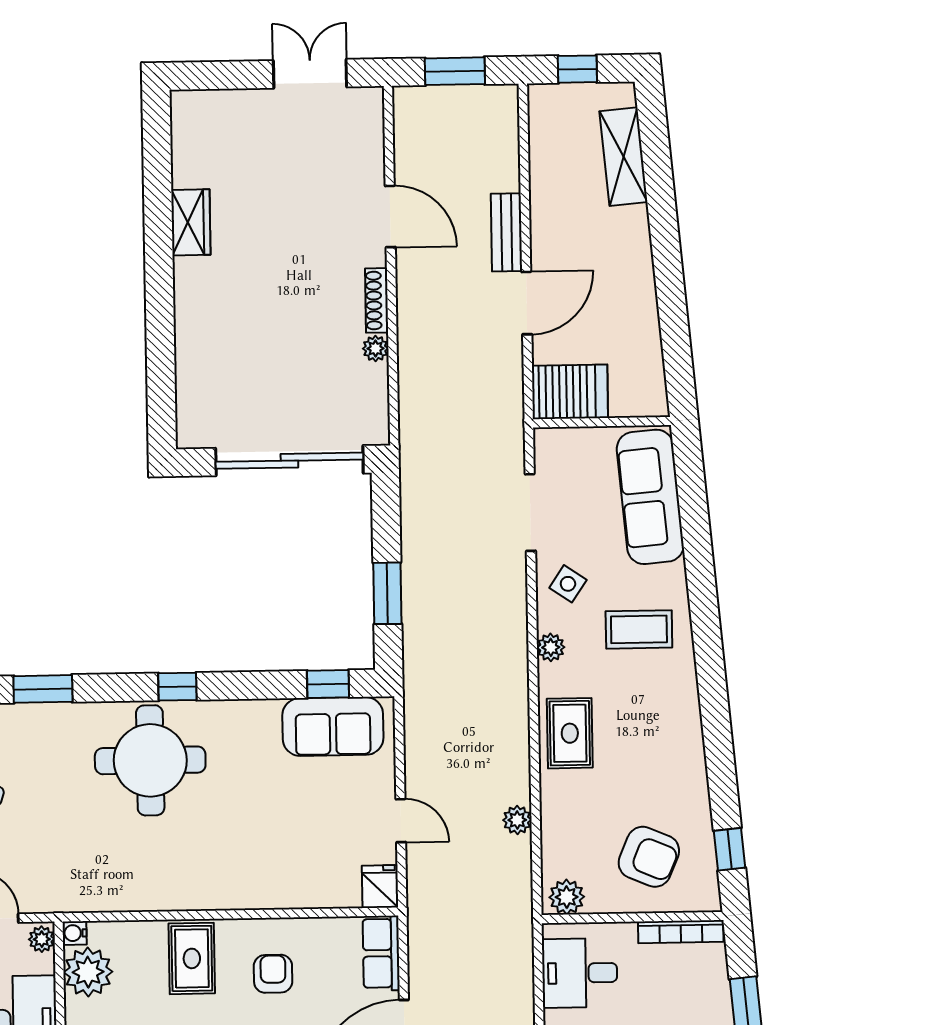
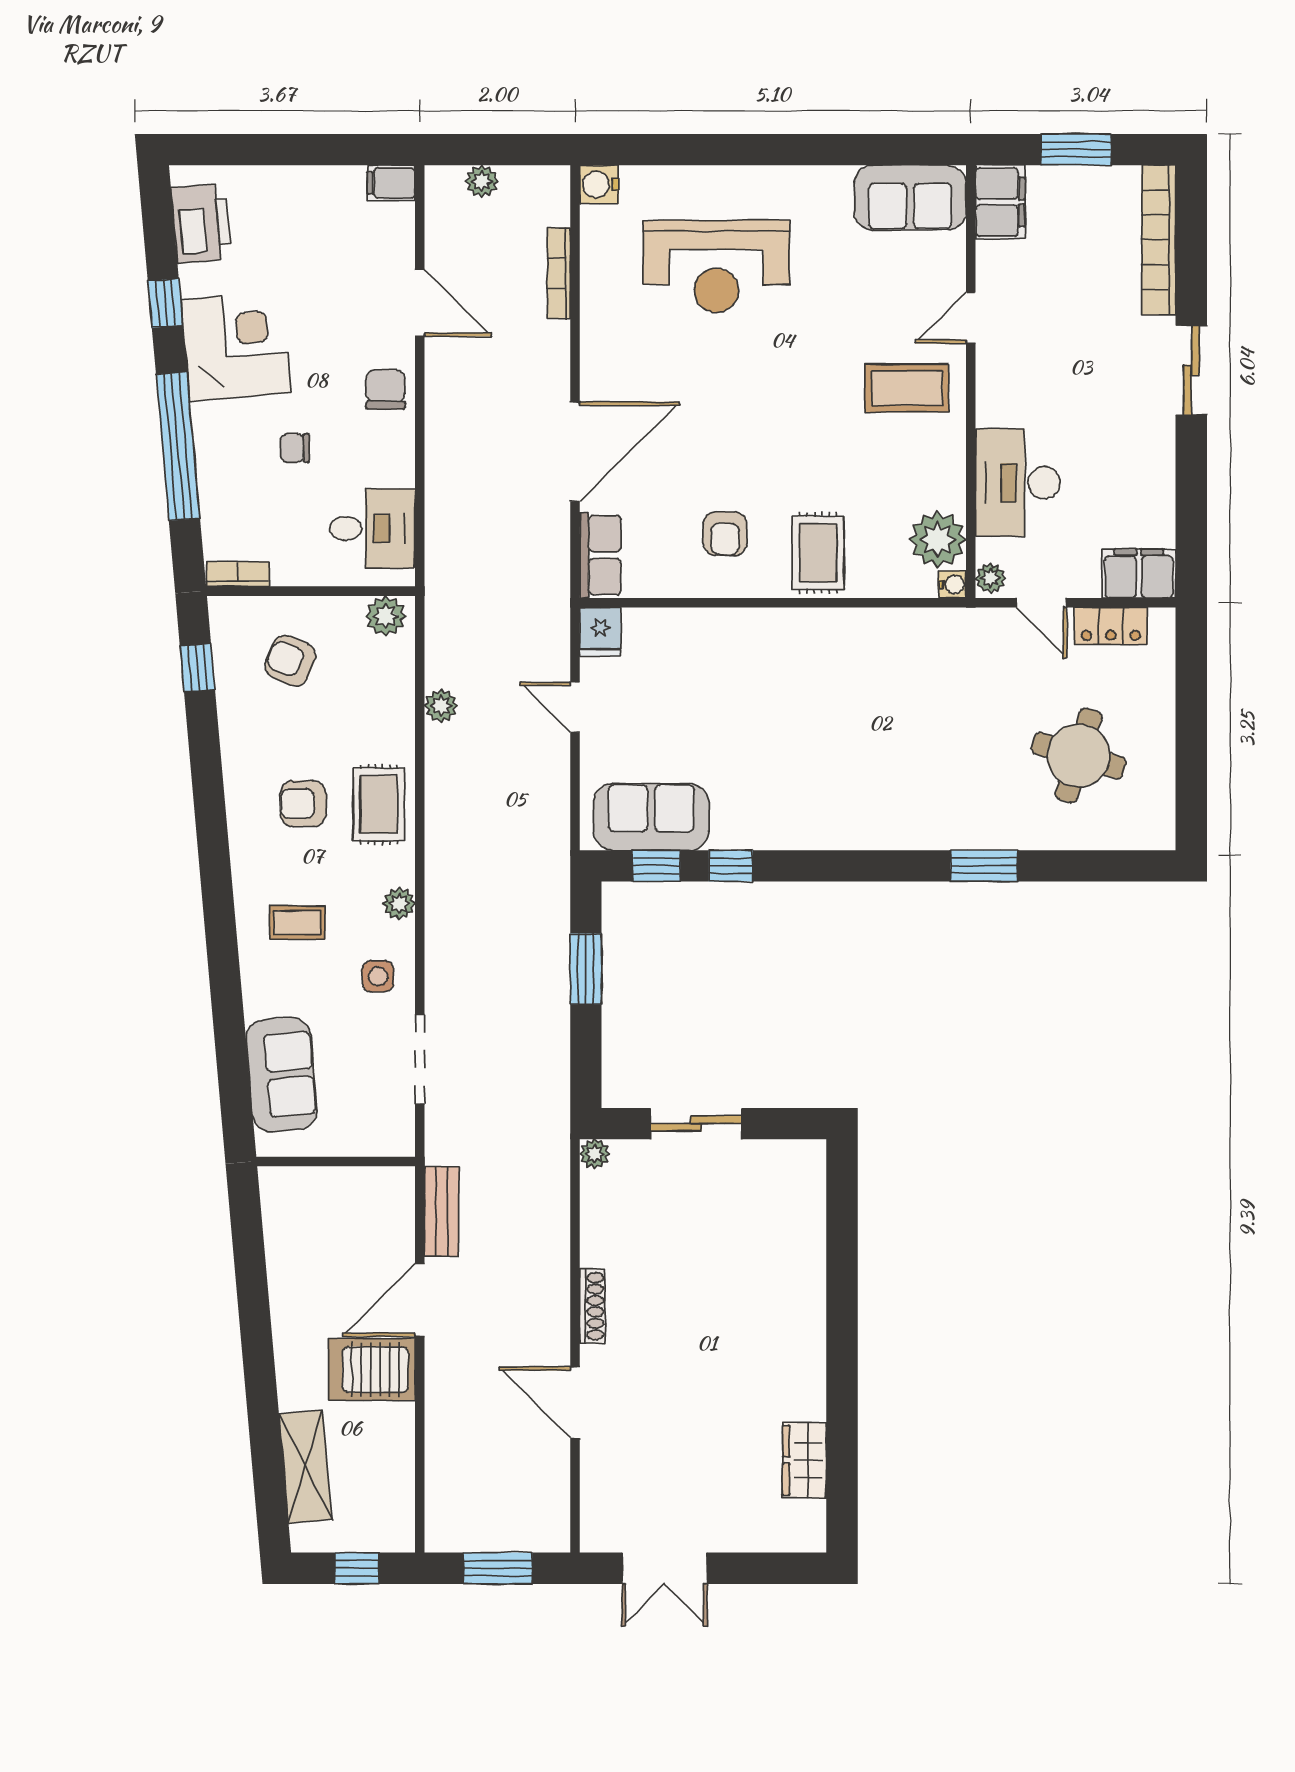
wardrobe: (191, 222) -> (805, 1460), moved
bench: (506, 232) -> (442, 1212), moved
plant: (376, 348) -> (595, 1154), moved
server rack: (570, 392) -> (372, 1370), moved
sliding door: (289, 461) -> (696, 1124), width x0.54
sofa: (650, 497) -> (282, 1075), width x0.73
side table: (568, 584) -> (378, 976), turned -34
coffee table: (639, 629) -> (297, 922), width x0.73, depth x0.77
window: (177, 687) -> (731, 866), moved
armchair: (636, 733) -> (303, 804), added
round table: (150, 760) -> (862, 782), removed
armchair: (649, 857) -> (290, 661), width x0.72, depth x0.72
bookcase: (681, 932) -> (238, 574), width x0.64

